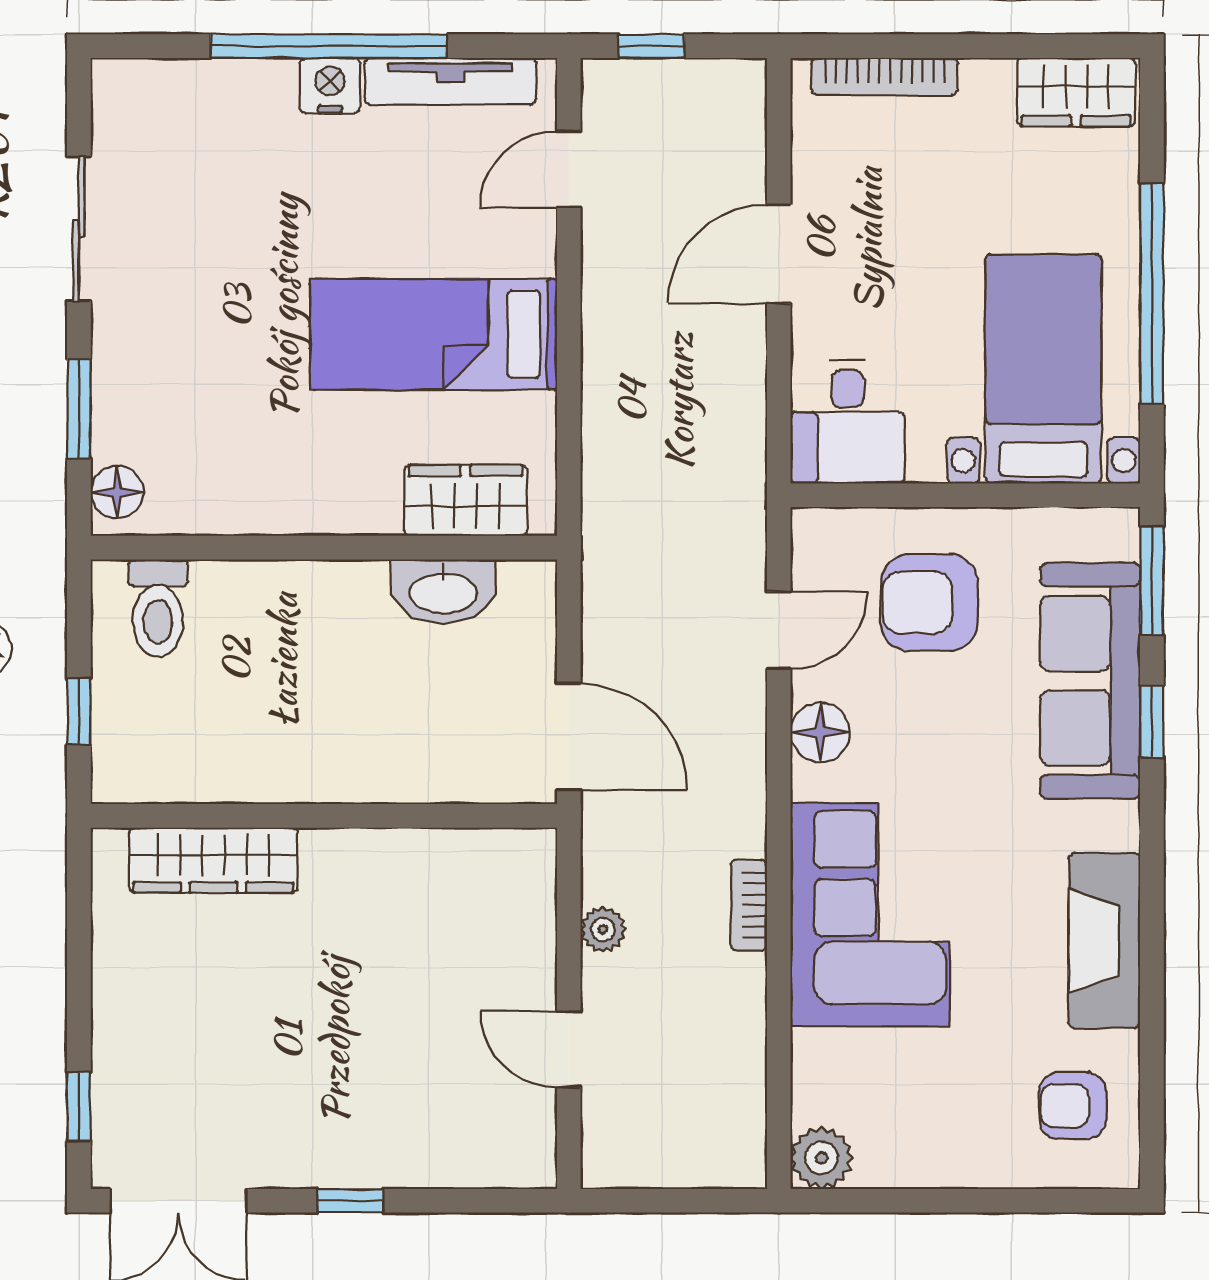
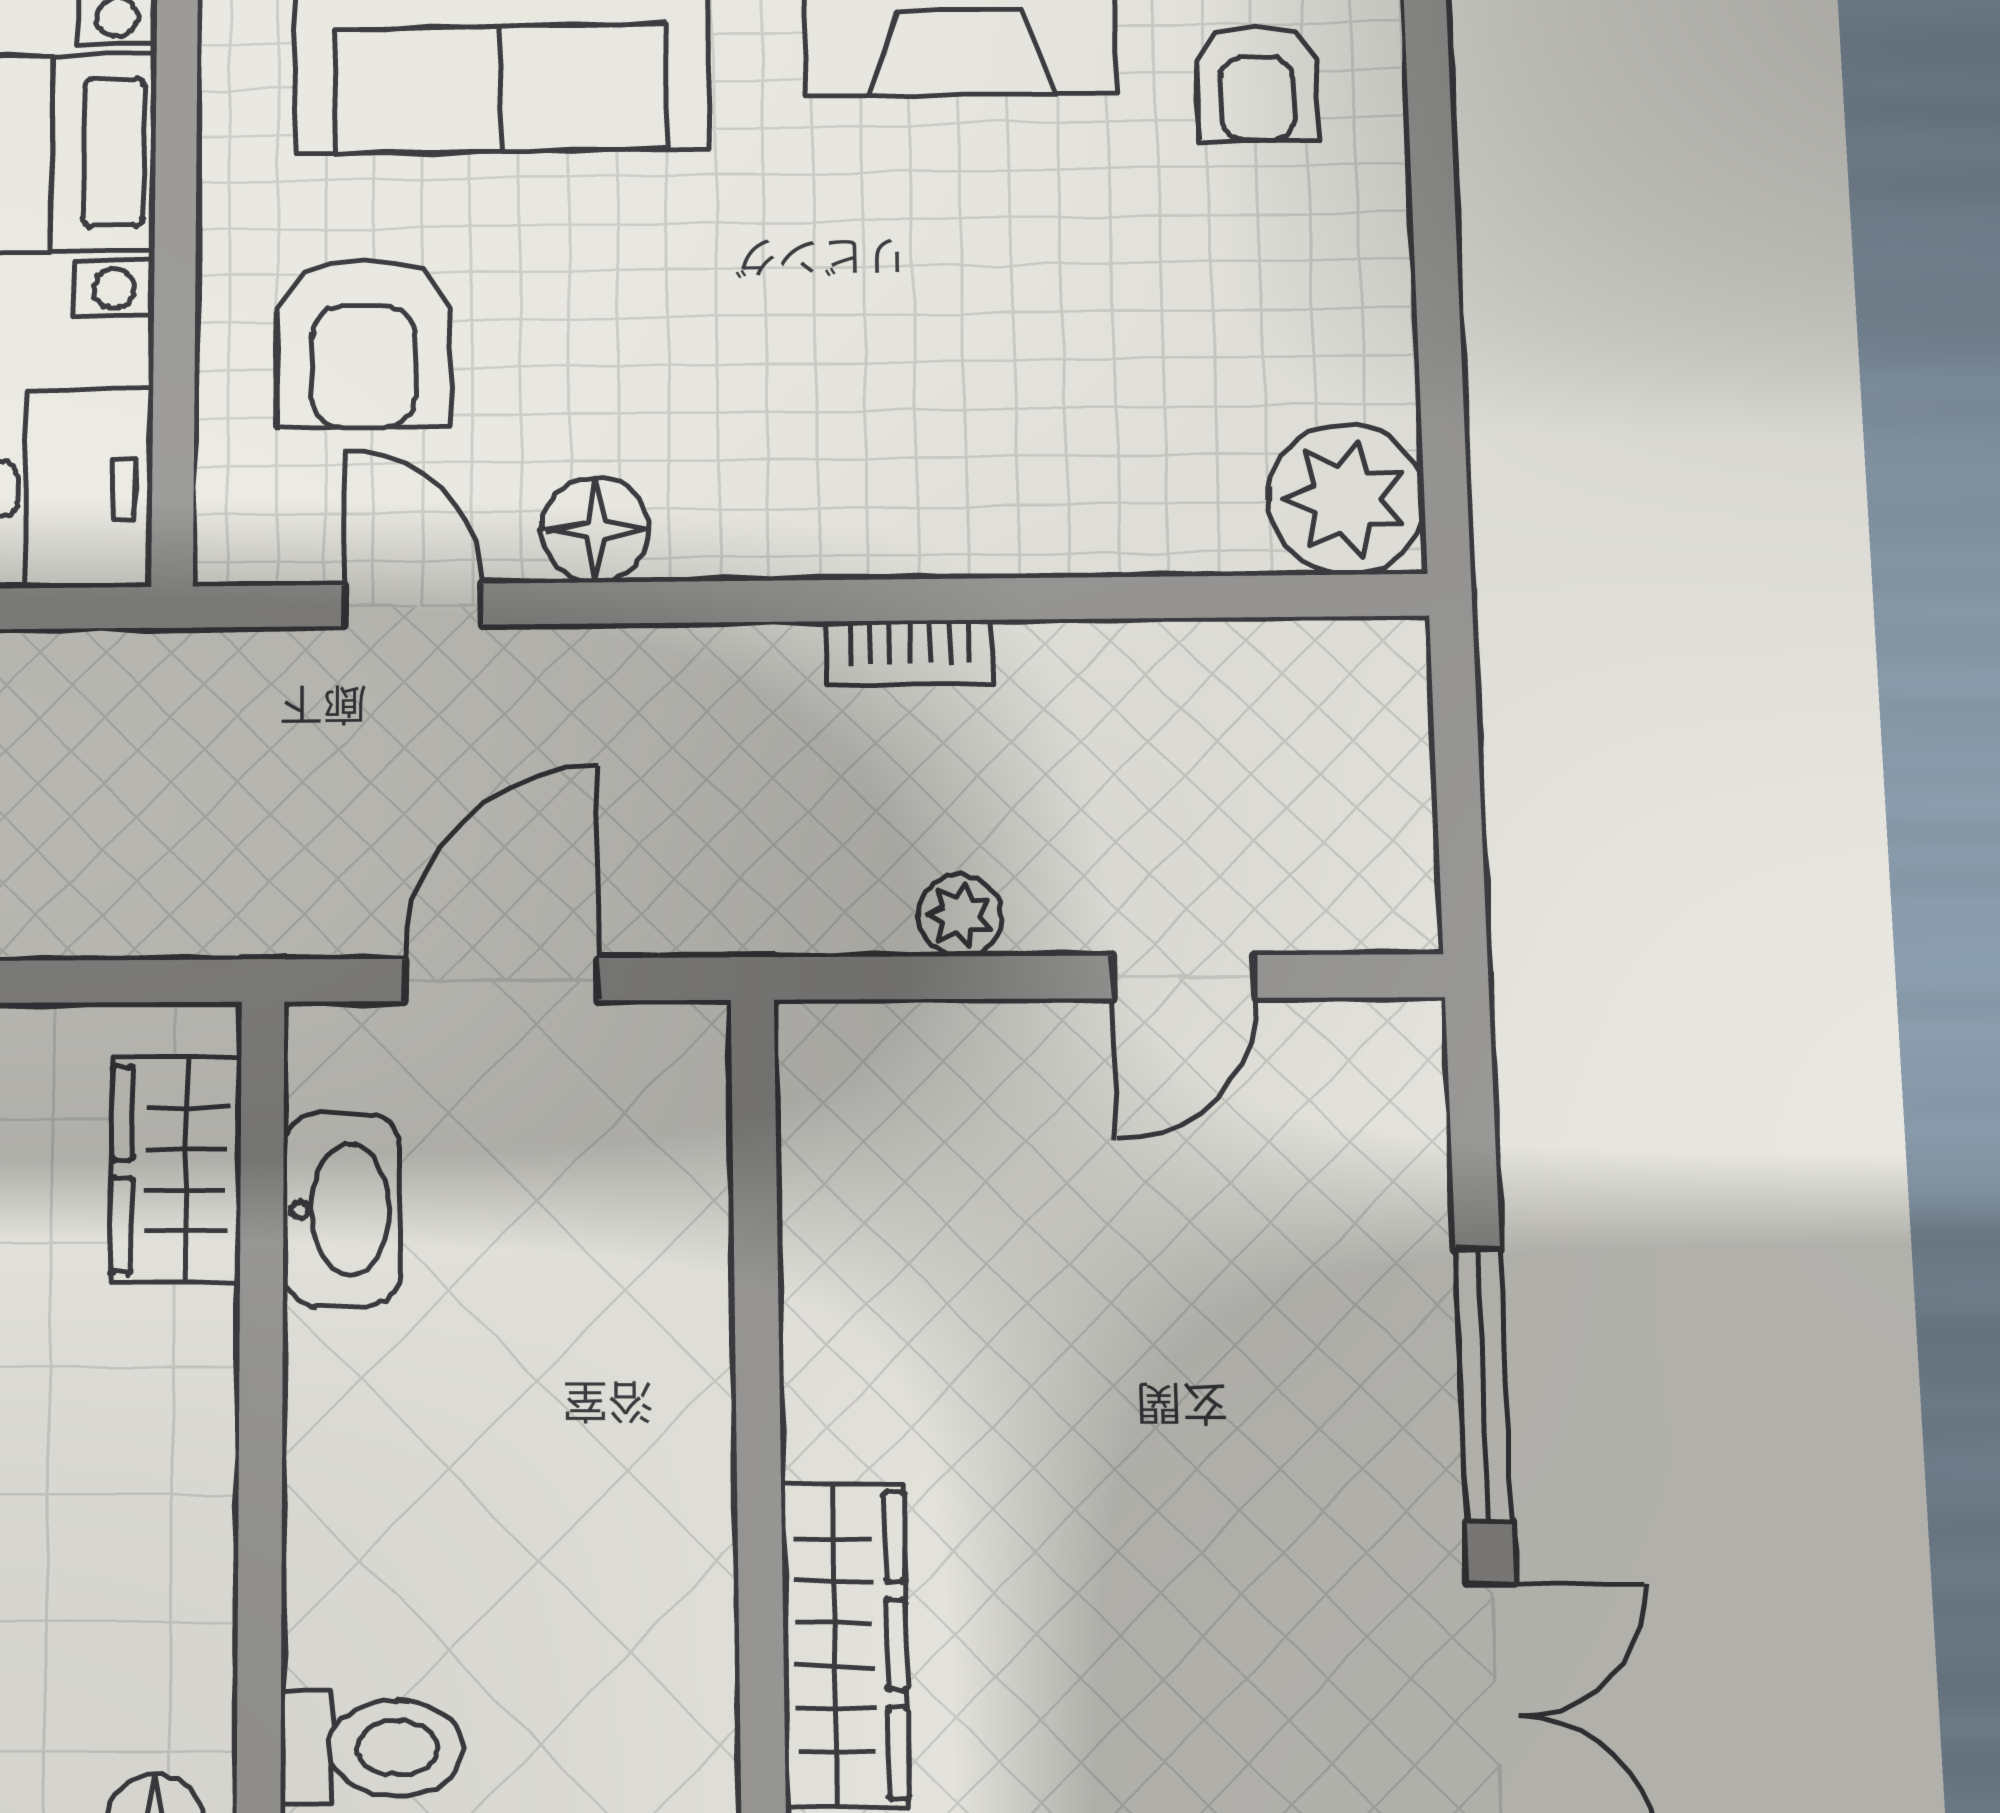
door: (569, 736) -> (501, 980), moved
corner sofa: (870, 915) -> (923, 439), removed
plant: (822, 1158) -> (1346, 499), width x1.36, depth x1.36
window: (350, 1201) -> (1483, 1384), width x2.17

